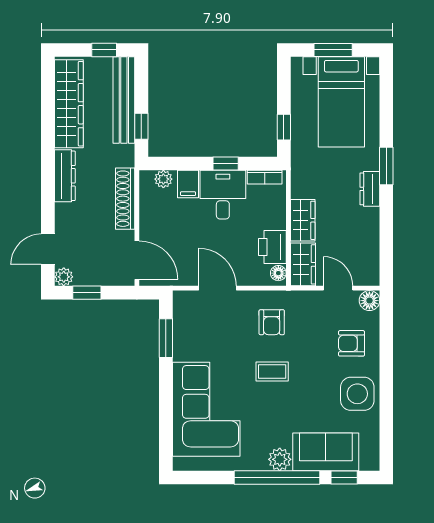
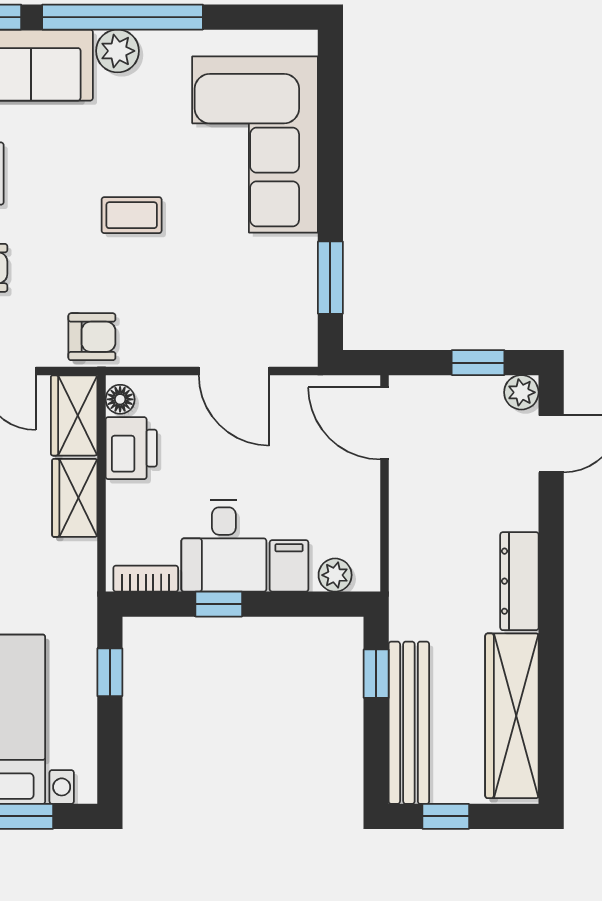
shoe rack: (125, 199) -> (407, 538), removed
armchair: (272, 322) -> (92, 337), moved, turned 90

